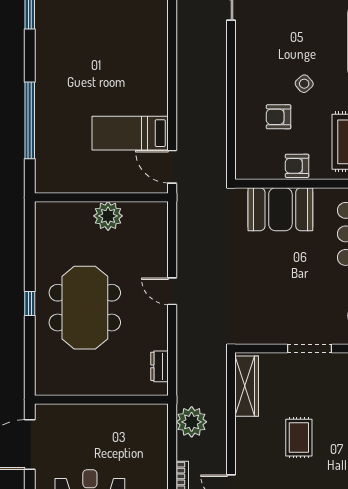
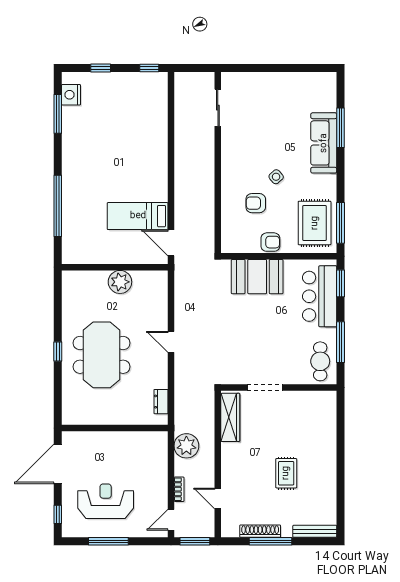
armchair: (297, 166) -> (270, 242), turned 180
doorway: (310, 349) -> (265, 387), moved
rug: (299, 438) -> (286, 473), moved

